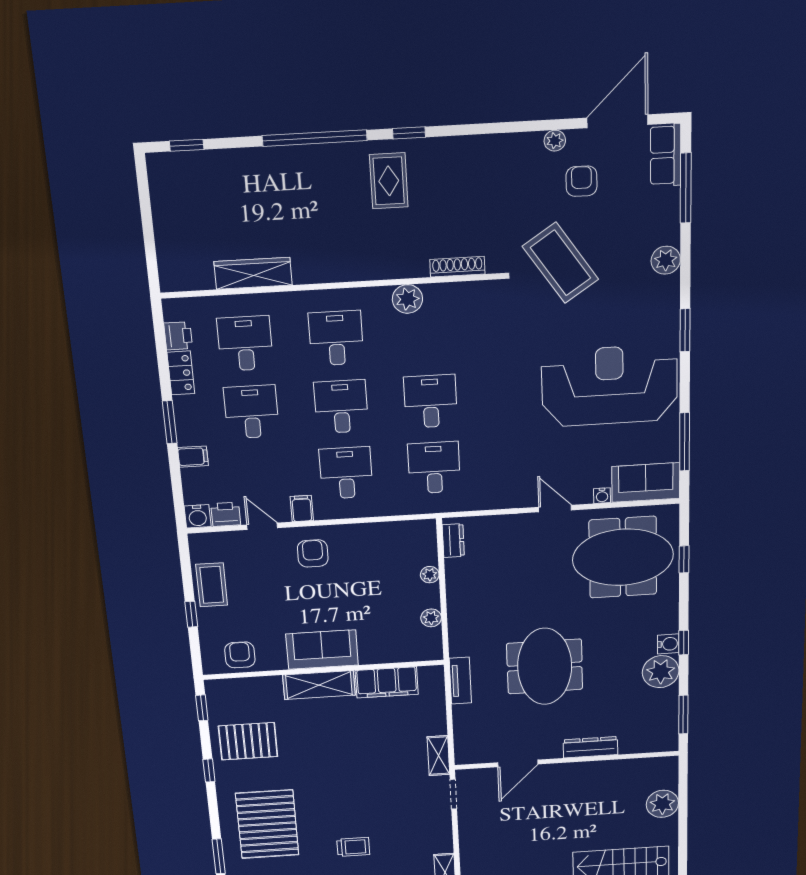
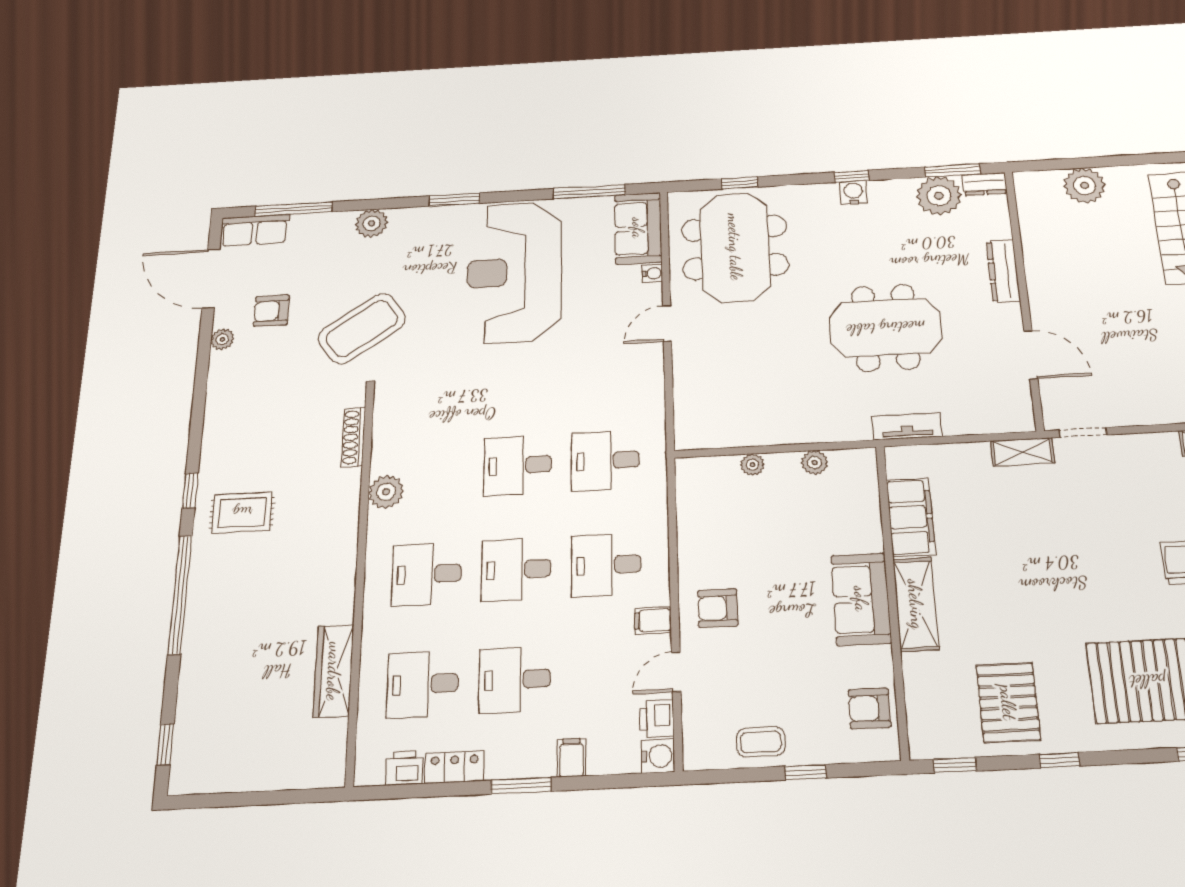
dresser: (453, 541) -> (984, 184), moved, turned 180
coffee table: (212, 585) -> (761, 742), width x0.73, depth x0.77
plant: (661, 672) -> (939, 196), moved

